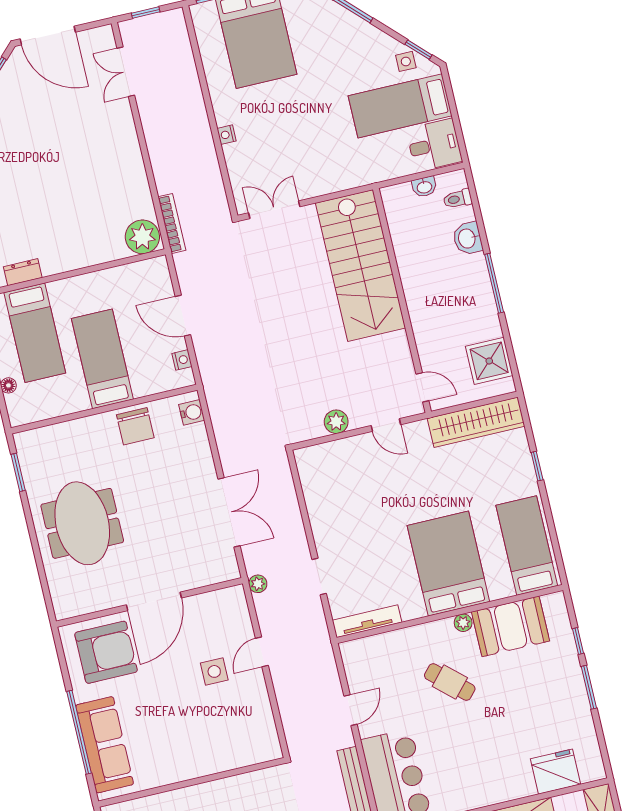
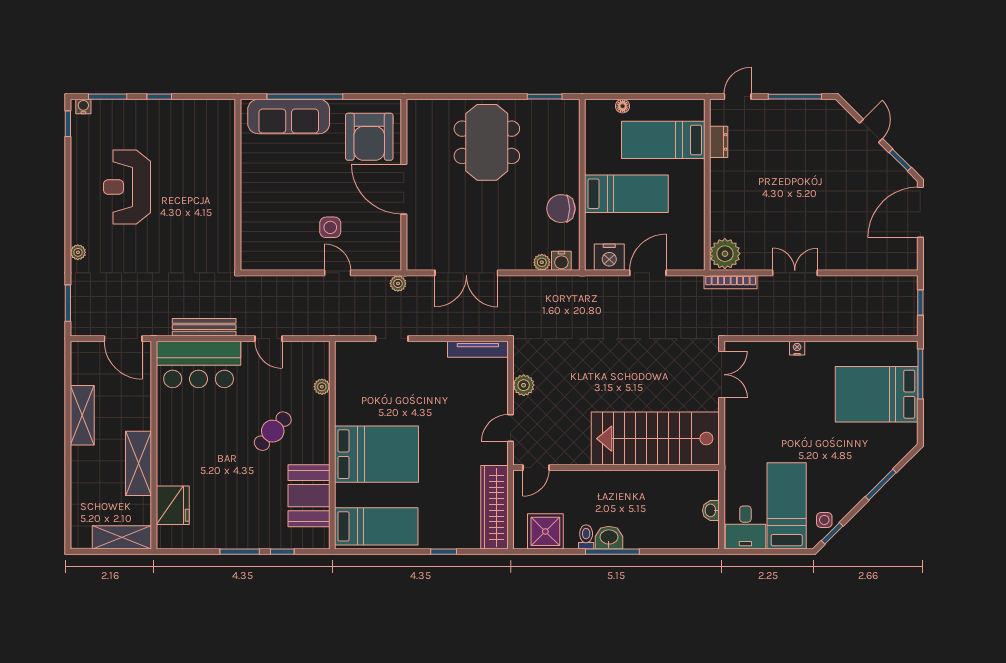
double door: (126, 72) -> (795, 273), moved
toilet: (458, 199) -> (586, 537), moved
washbasin: (468, 238) -> (609, 538), moved
nightstand: (182, 360) -> (609, 257), width x1.89, depth x1.79
plant: (198, 433) -> (542, 262), added
meeting table: (82, 523) -> (487, 142), turned 90
tv unit: (367, 621) -> (478, 349), moved, turned 90
plant: (463, 623) -> (322, 387), moved

